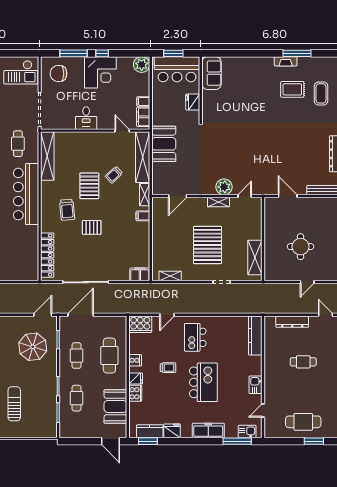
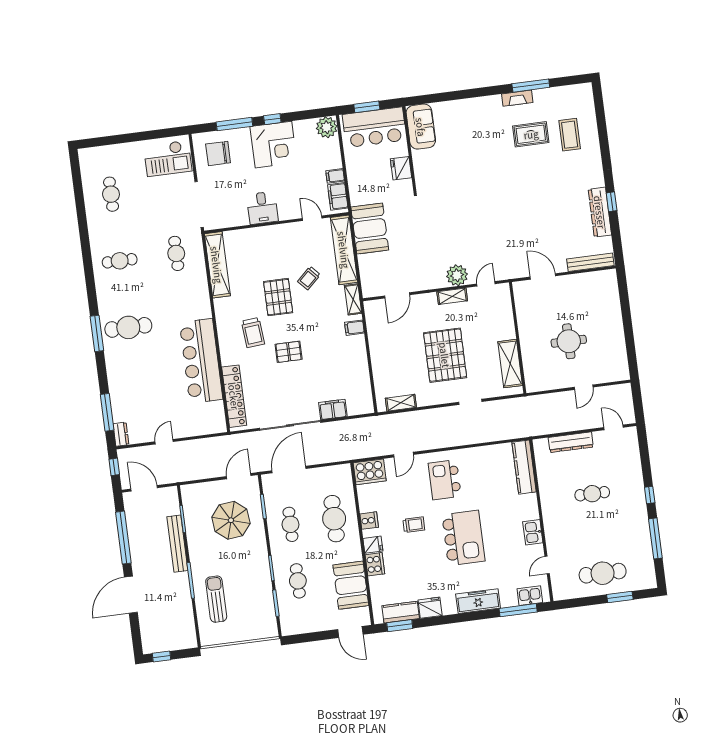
bar counter: (26, 194) -> (201, 361), moved
filing cabinet: (140, 274) -> (333, 409), moved

